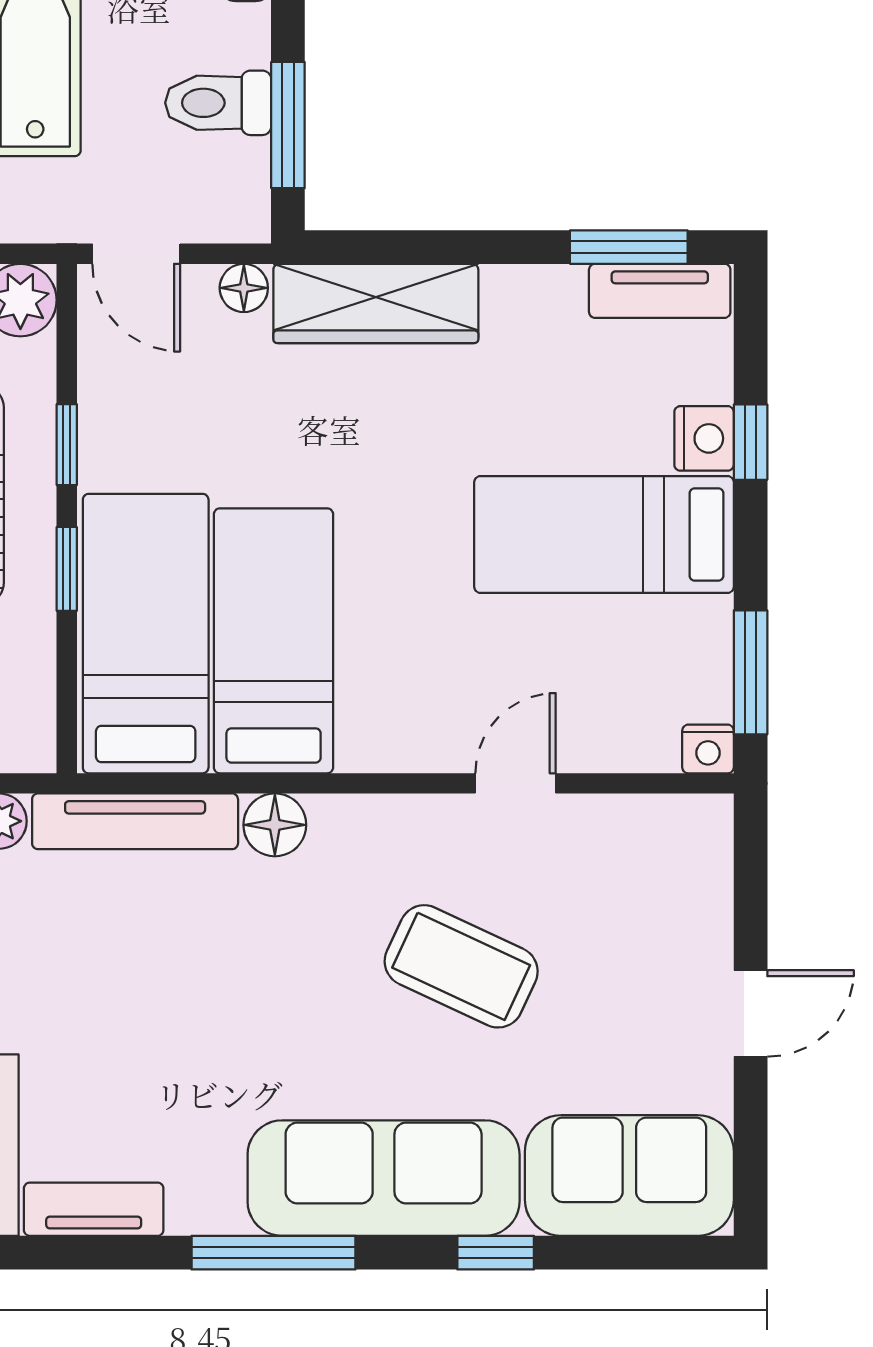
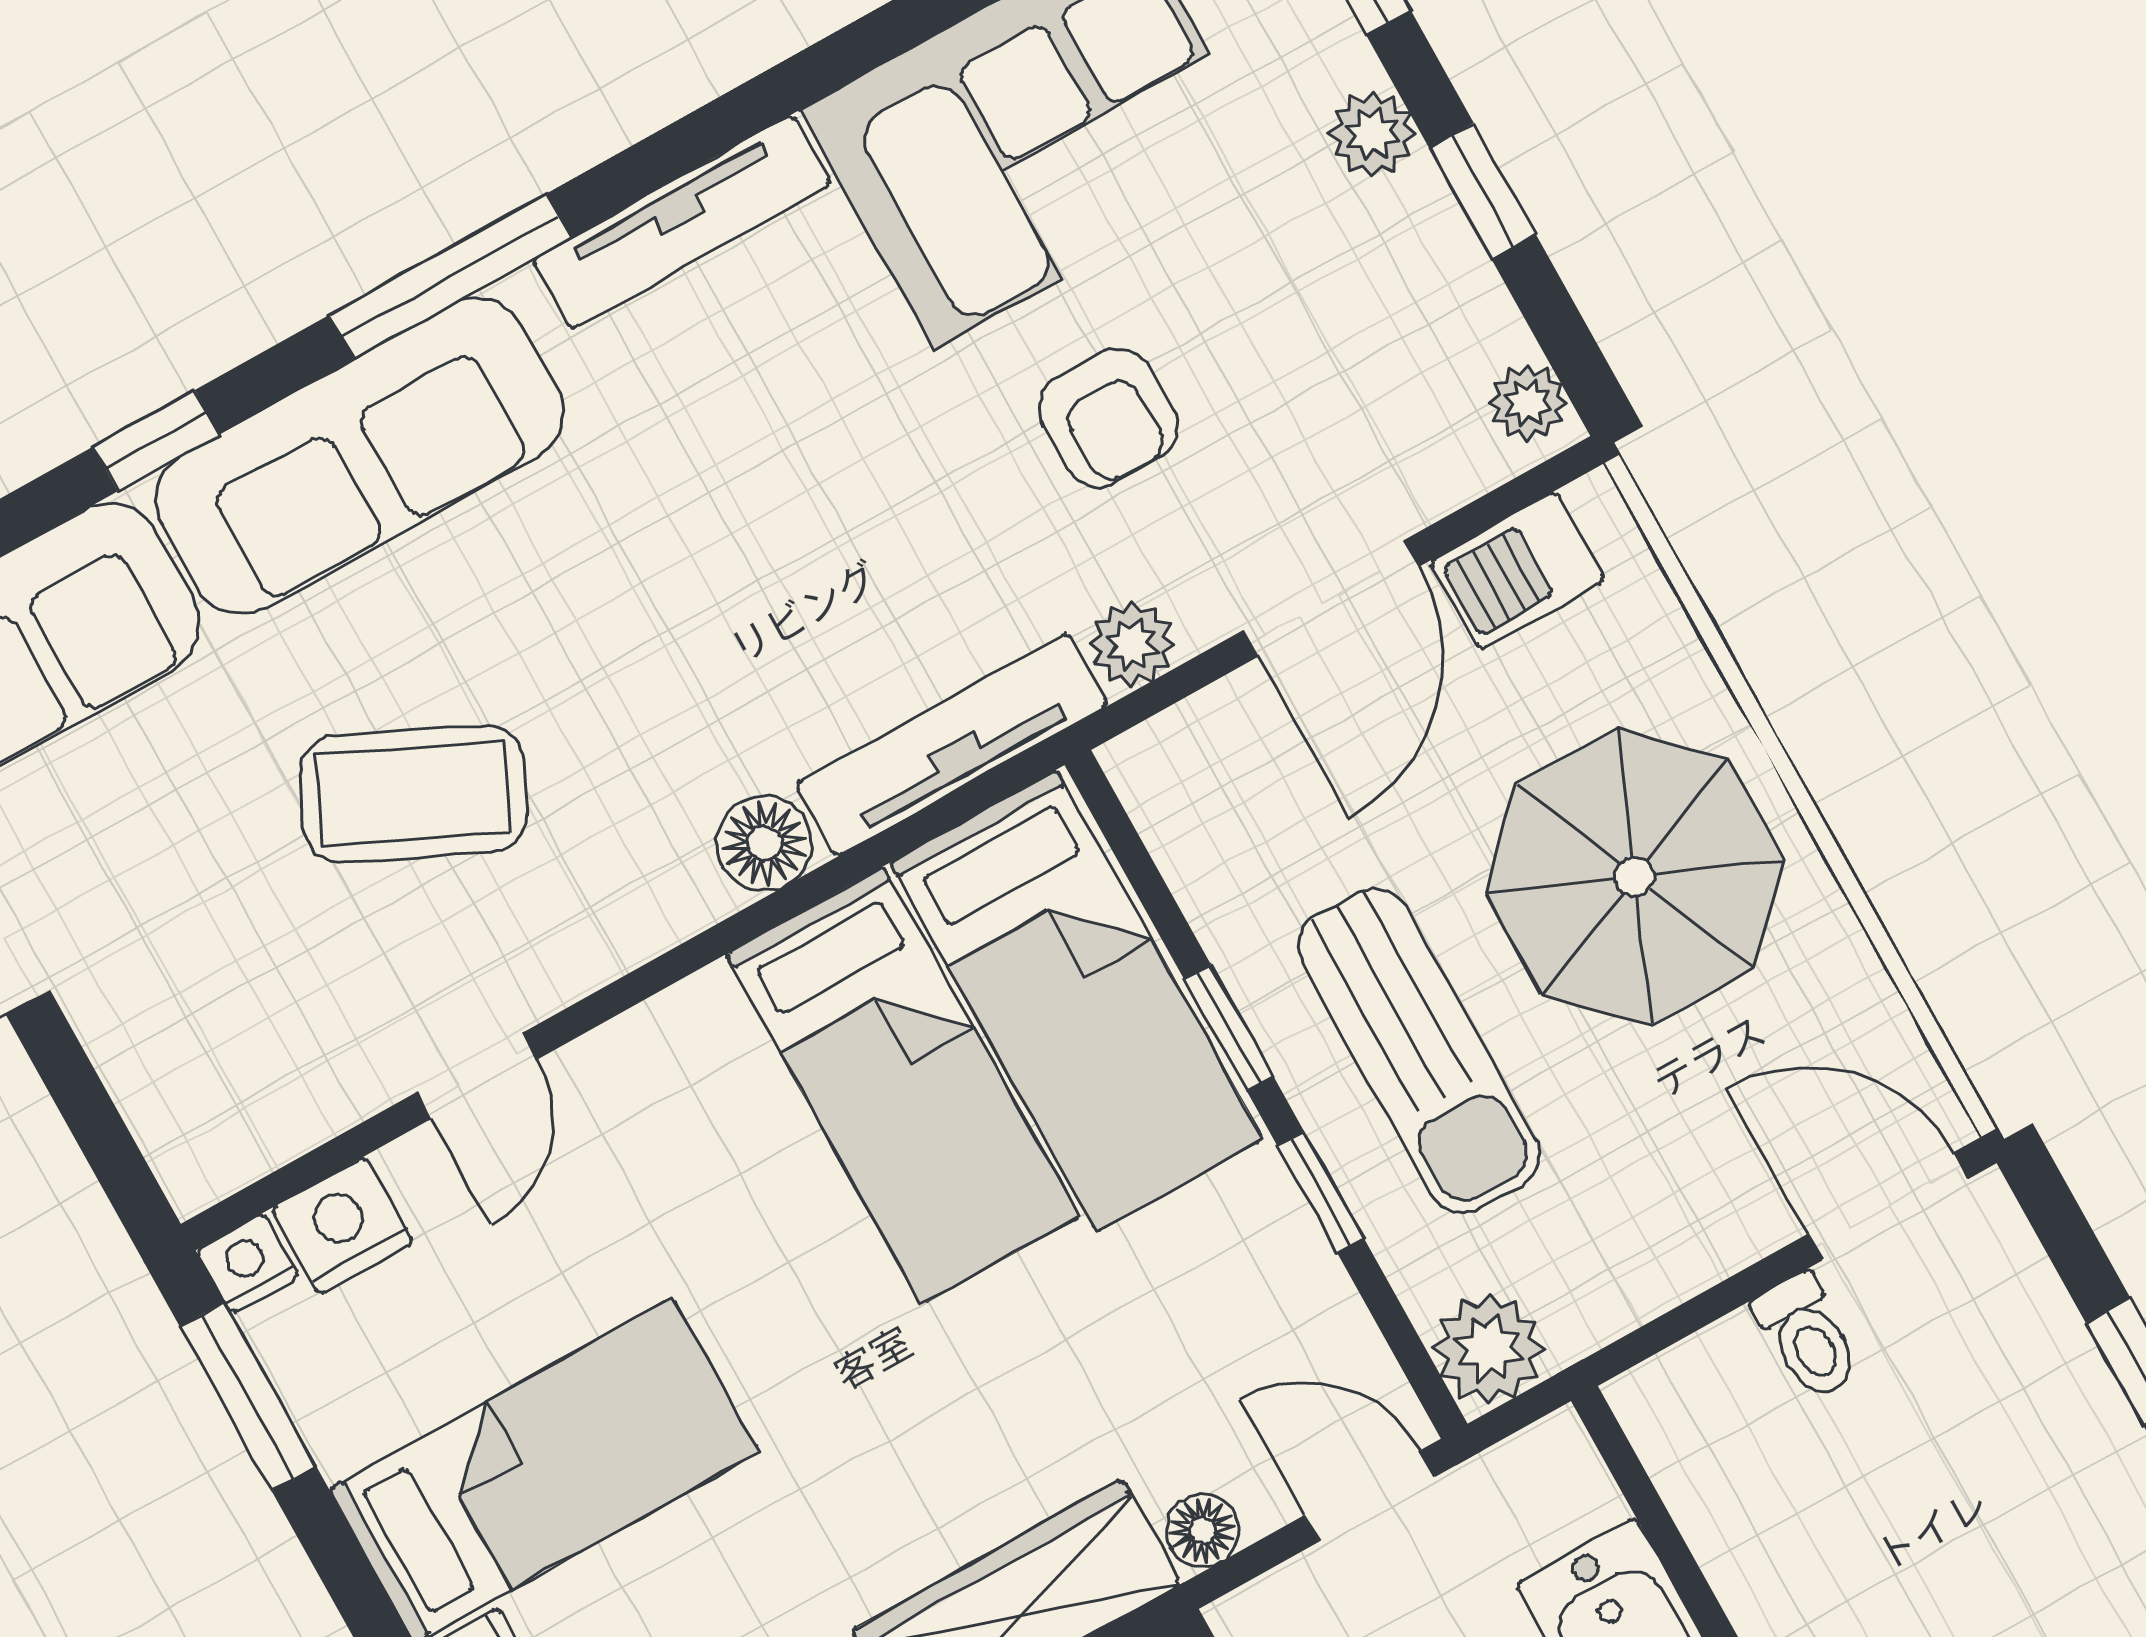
nightstand: (641, 740) -> (342, 1226), added
tv unit: (94, 1209) -> (682, 222), width x1.41

